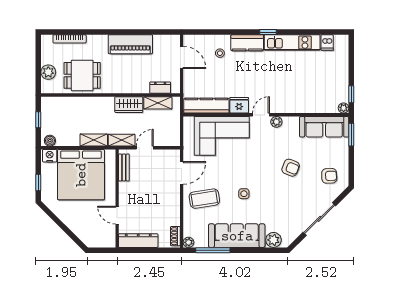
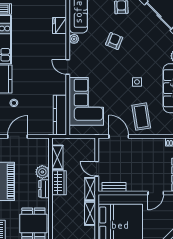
plant: (141, 86) -> (42, 172), added
dresser: (160, 88) -> (44, 189), moved
fridge: (239, 105) -> (59, 25), moved
plant: (276, 122) -> (74, 39), moved

